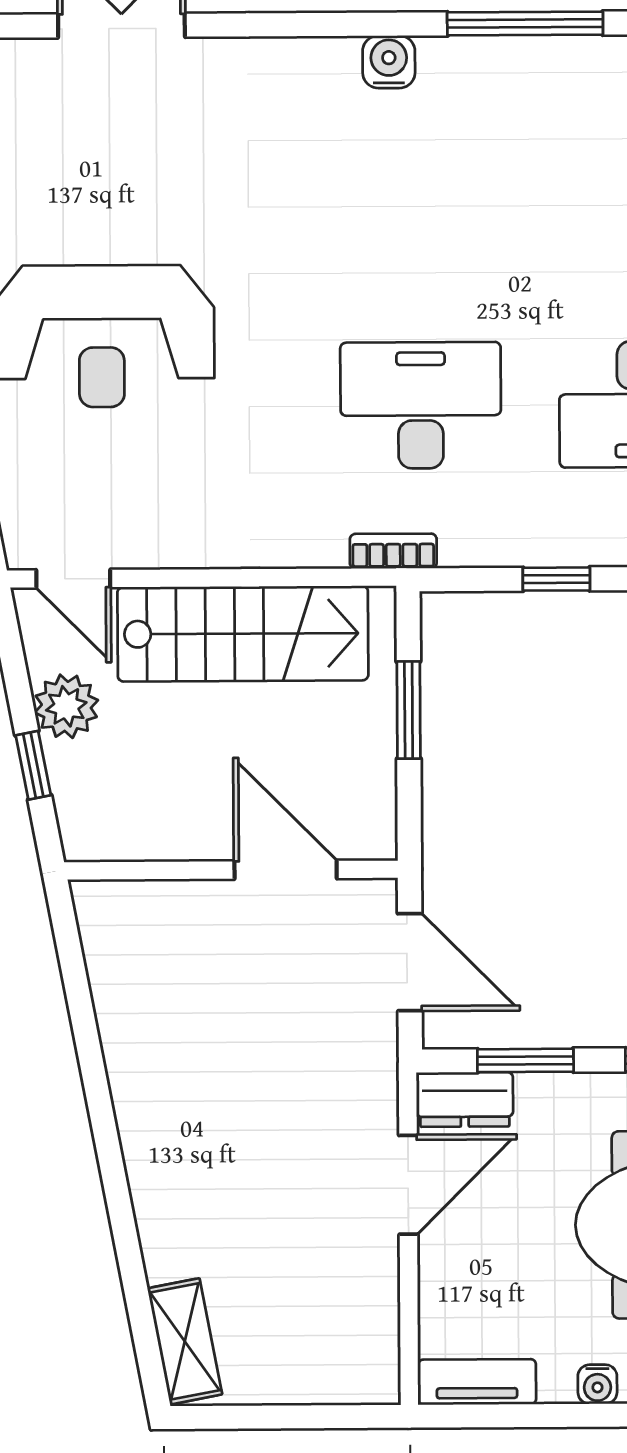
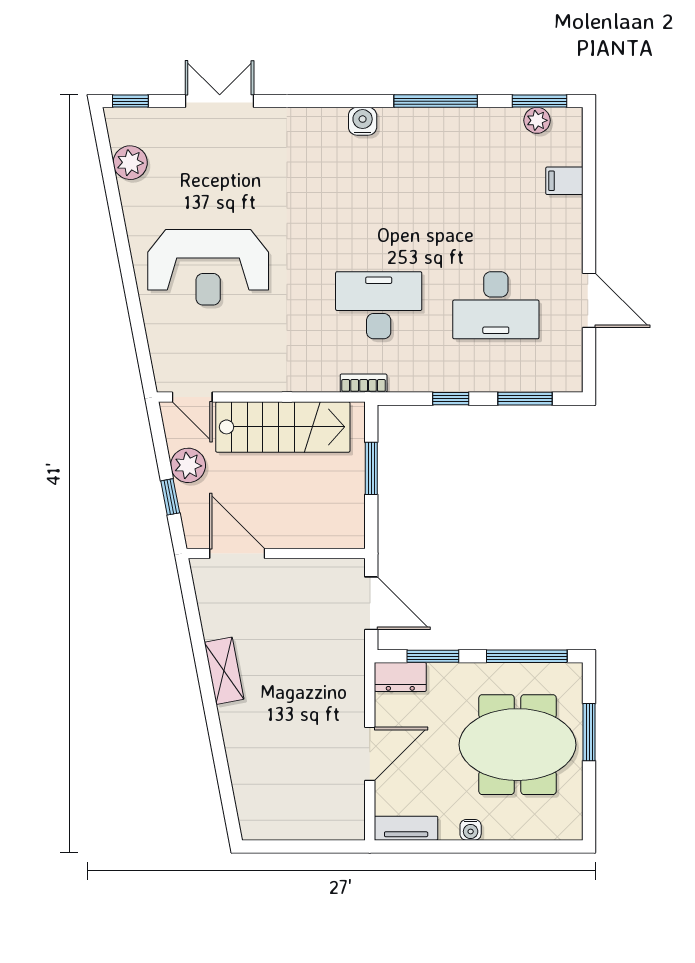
door: (286, 870) -> (237, 554), moved
door: (408, 1185) -> (370, 754), moved
shelving: (185, 1341) -> (224, 671), moved

